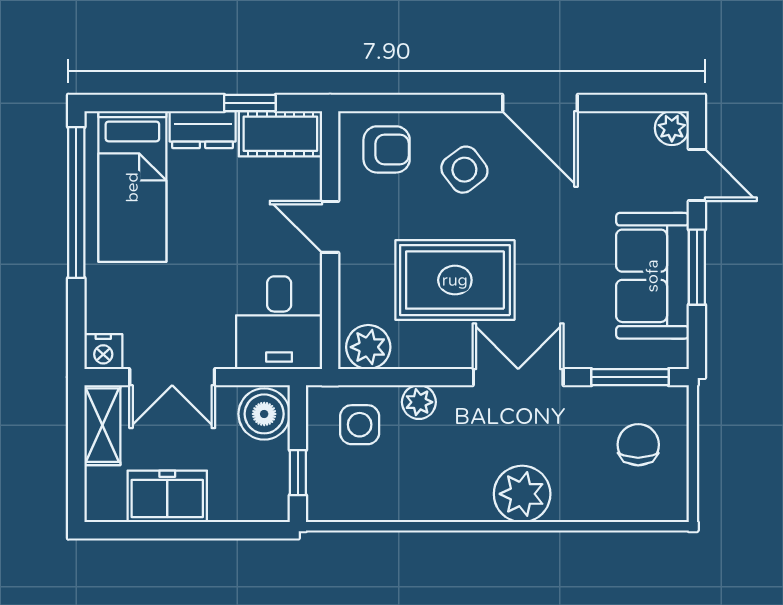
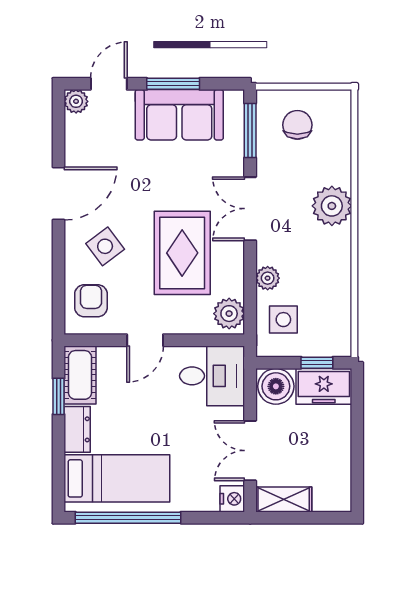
double door: (172, 377) -> (250, 451), swing flipped
chair: (638, 445) -> (297, 125), turned 90
freezer: (167, 496) -> (324, 386), moved, turned -90

